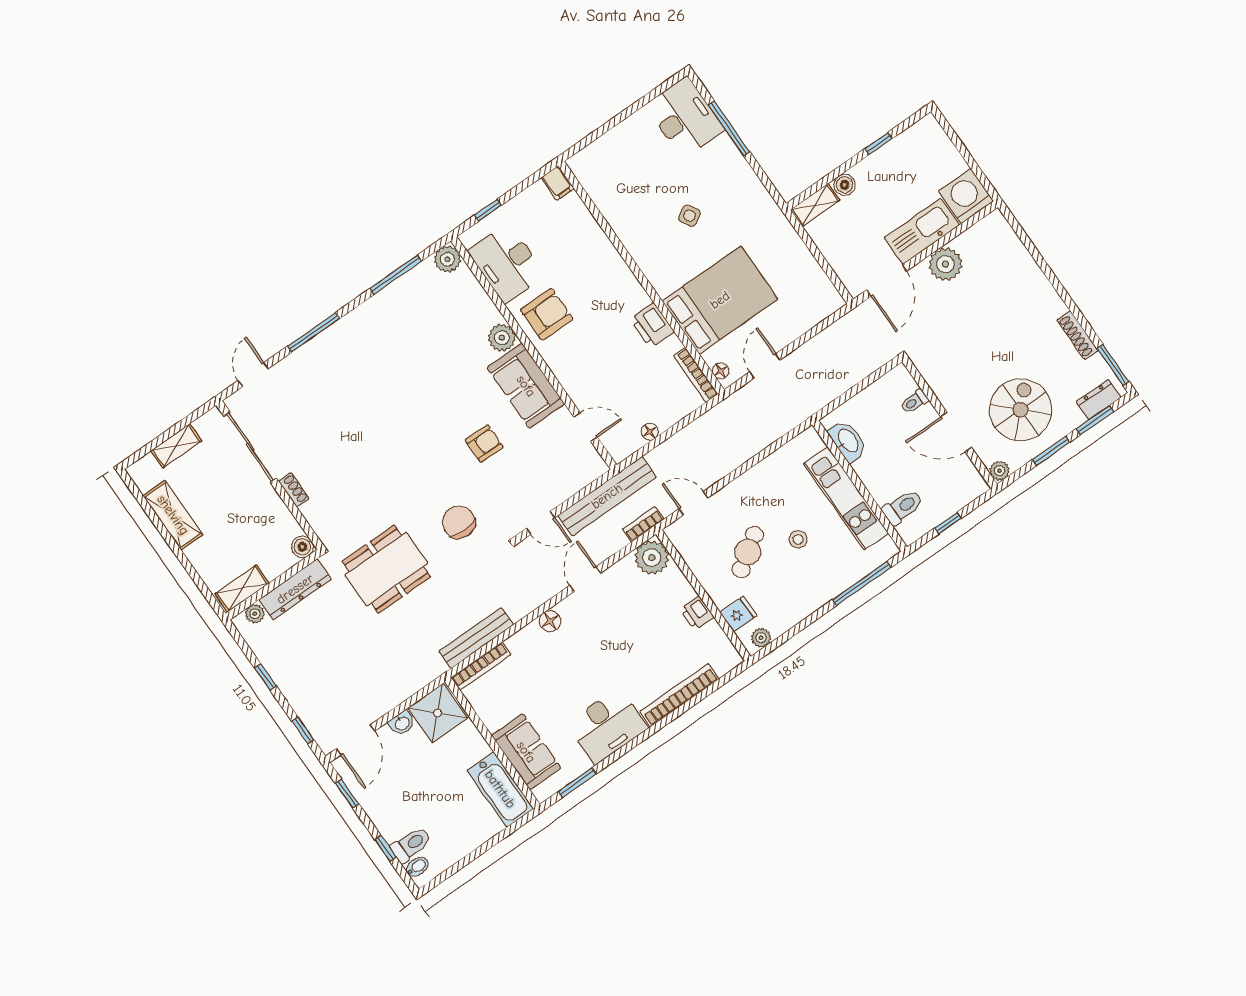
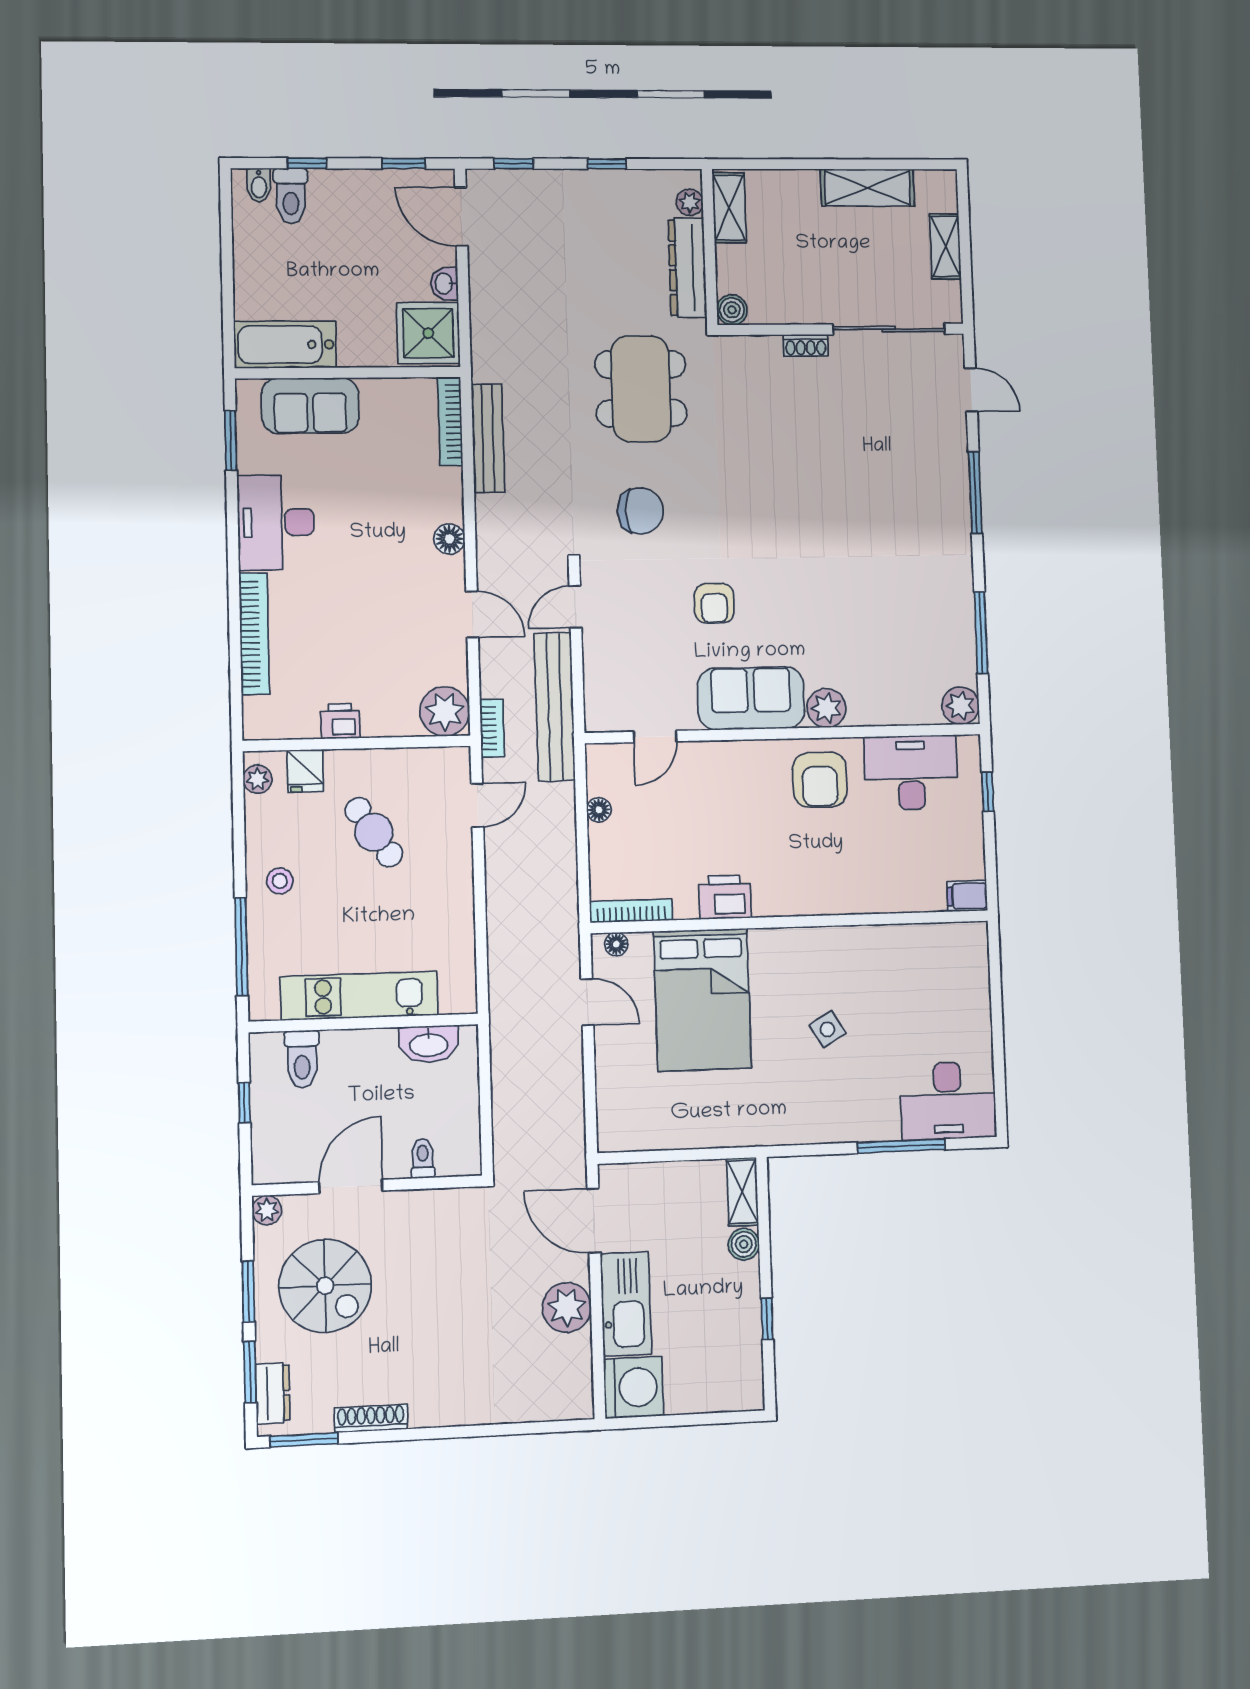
stool: (798, 539) -> (280, 881), moved

